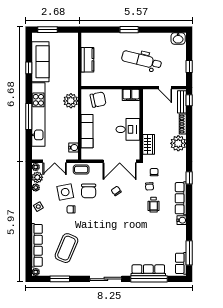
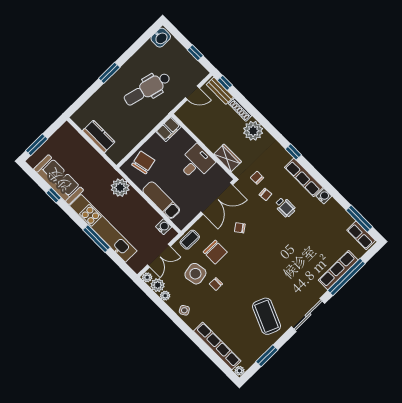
coffee table: (66, 248) -> (267, 316), moved

